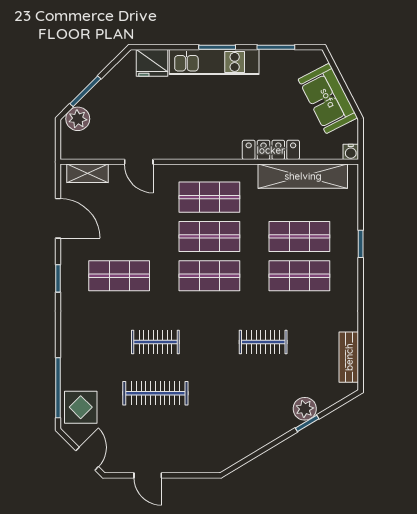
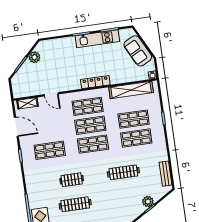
kitchen unit: (214, 62) -> (97, 39), moved
fridge: (152, 63) -> (51, 46), removed
plant: (78, 119) -> (34, 57), moved
locker: (271, 150) -> (95, 82), moved
clothes rail: (263, 342) -> (123, 172), width x1.36

